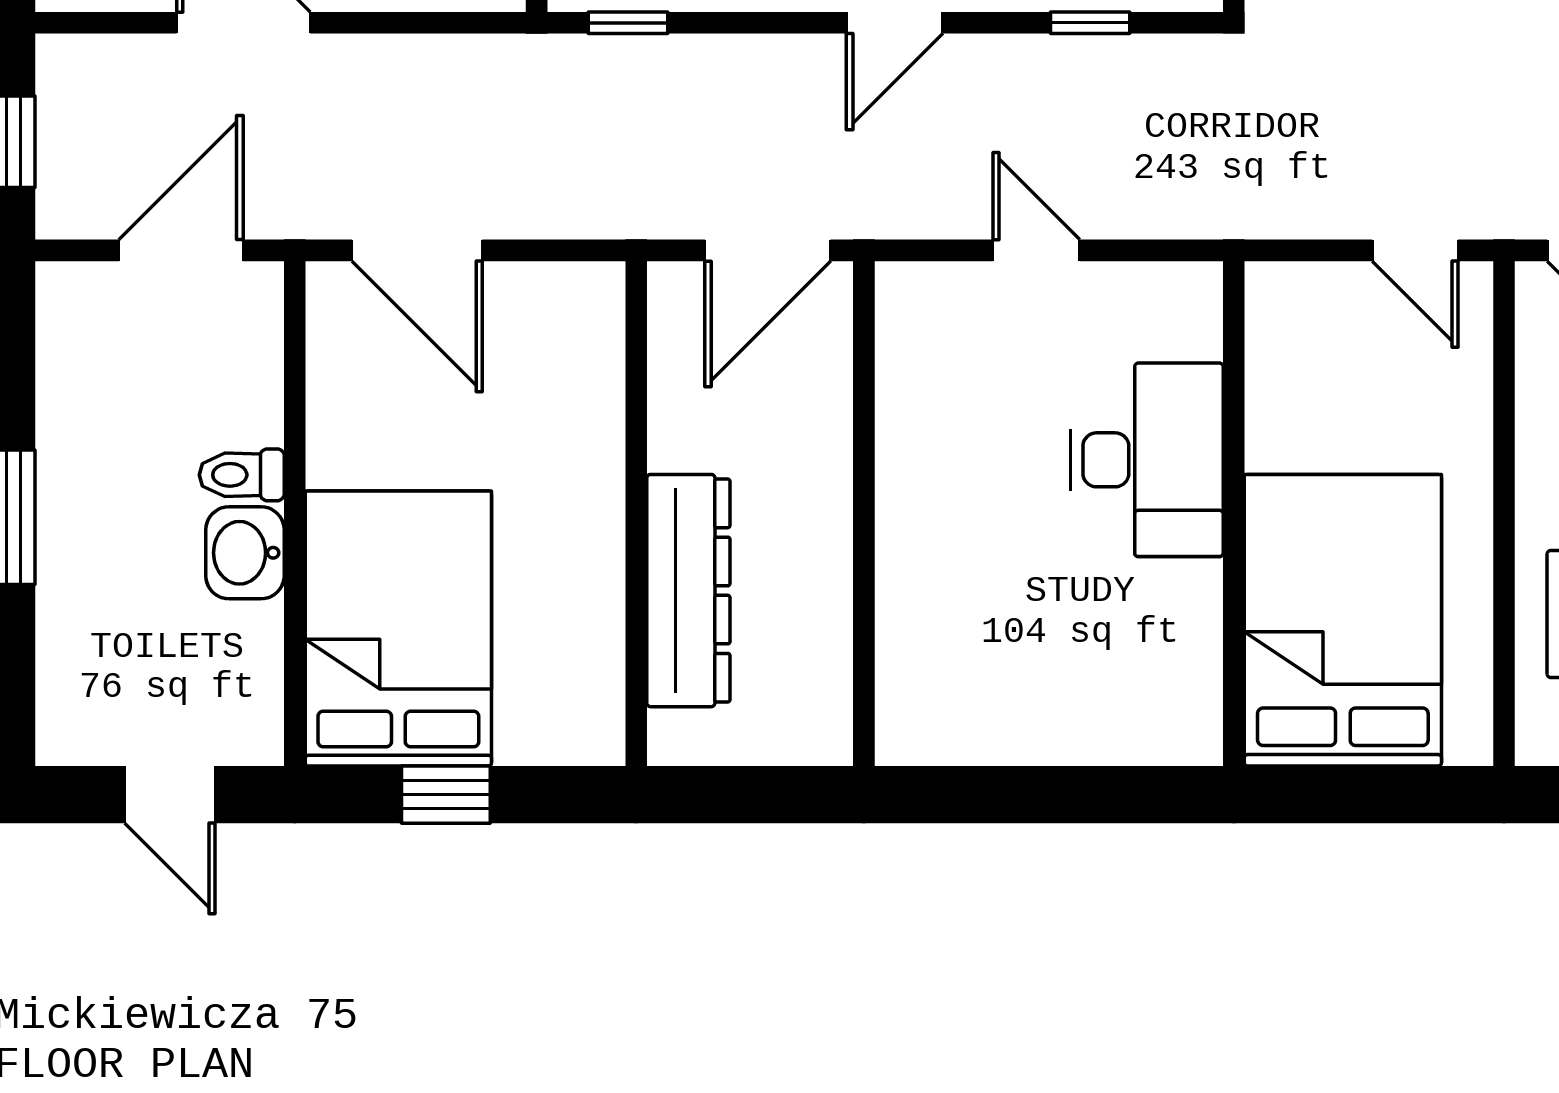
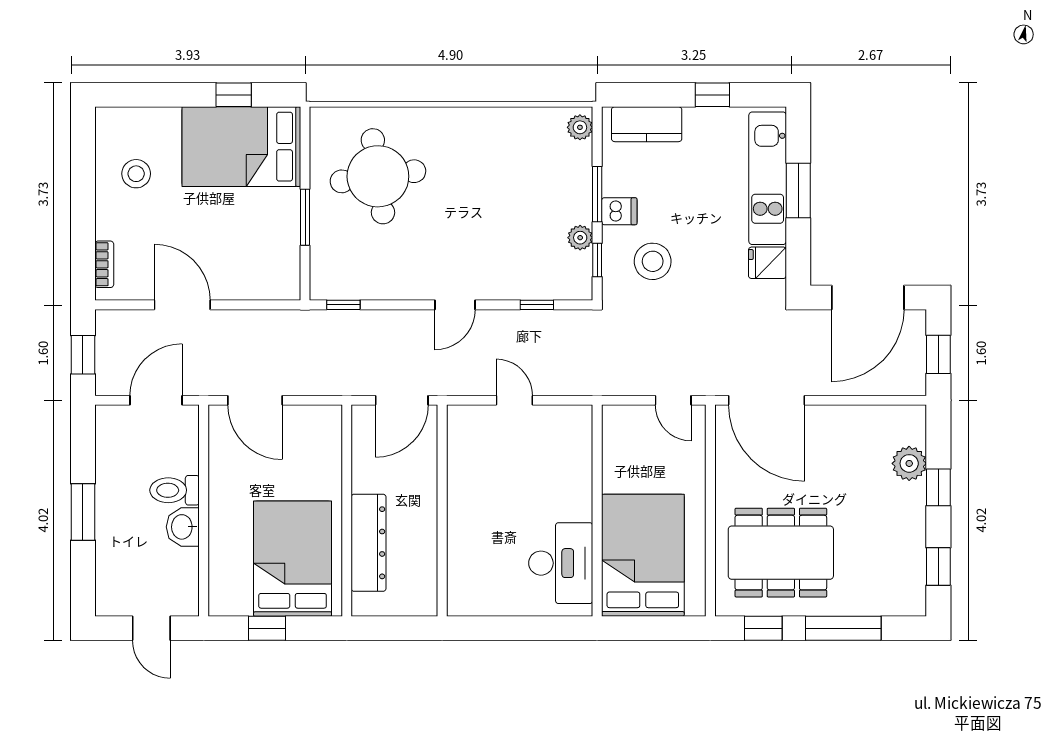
desk: (1147, 460) -> (561, 563), moved
toilet: (242, 475) -> (175, 490), width x1.37, depth x1.39
bed: (398, 628) -> (293, 559), moved

